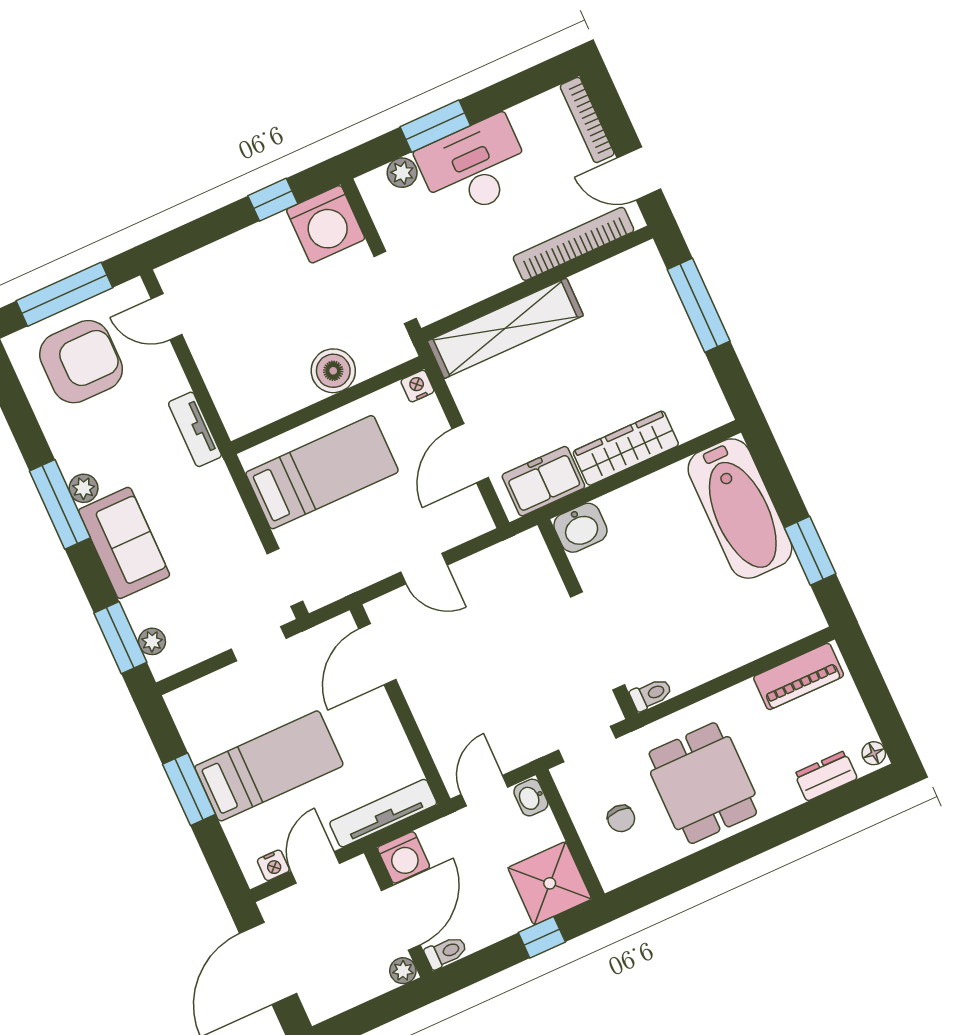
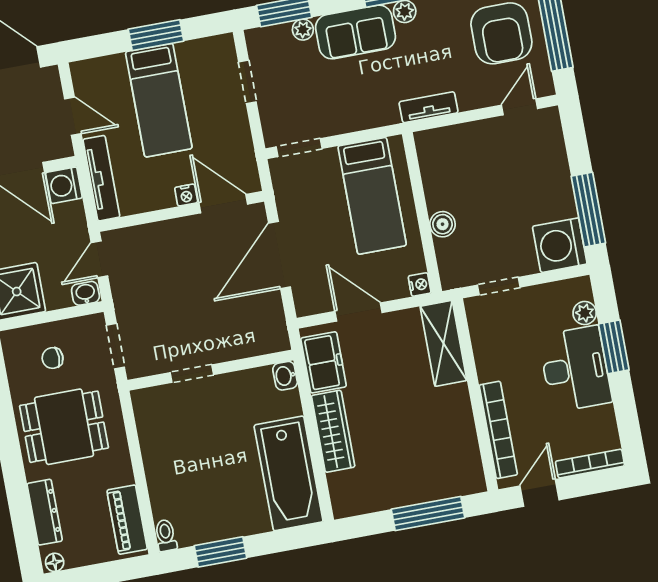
window: (273, 200) -> (588, 210), width x2.17
doorway: (395, 287) -> (499, 286), width x0.73
shelving: (505, 328) -> (443, 343), width x0.68
boiler: (333, 371) -> (443, 224), width x0.73, depth x0.73
bathtub: (740, 509) -> (289, 473), moved, turned -90
washbasin: (580, 528) -> (285, 376), width x0.72, depth x0.69
door: (424, 569) -> (280, 255), width x1.88
plant: (152, 641) -> (303, 30), moved
doorway: (598, 641) -> (192, 374), width x0.53
doorway: (259, 644) -> (247, 82), moved
toilet: (651, 694) -> (166, 535), moved, turned 180
dresser: (826, 776) -> (45, 512), width x1.44
door: (484, 791) -> (99, 259), swing flipped
nightstand: (273, 865) -> (186, 195), moved, turned -90

